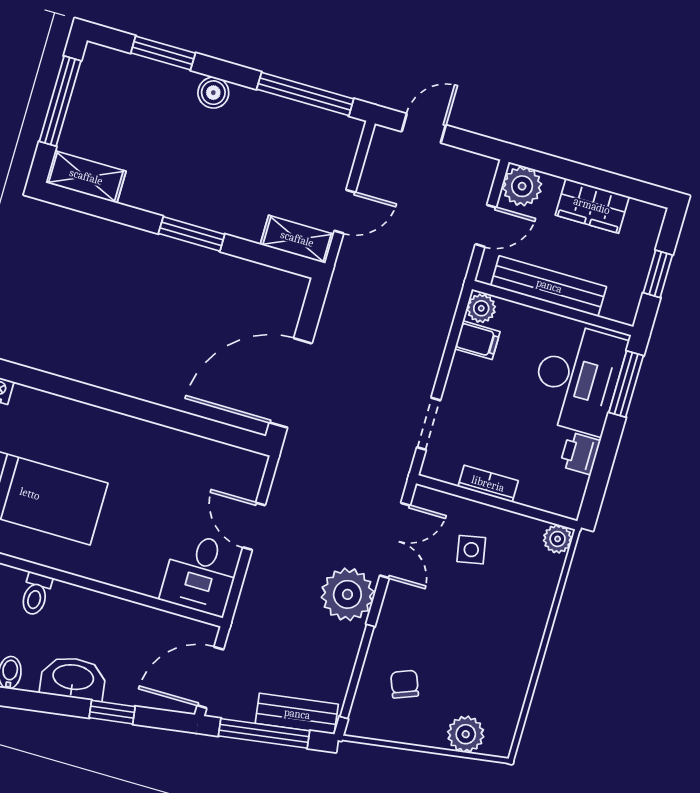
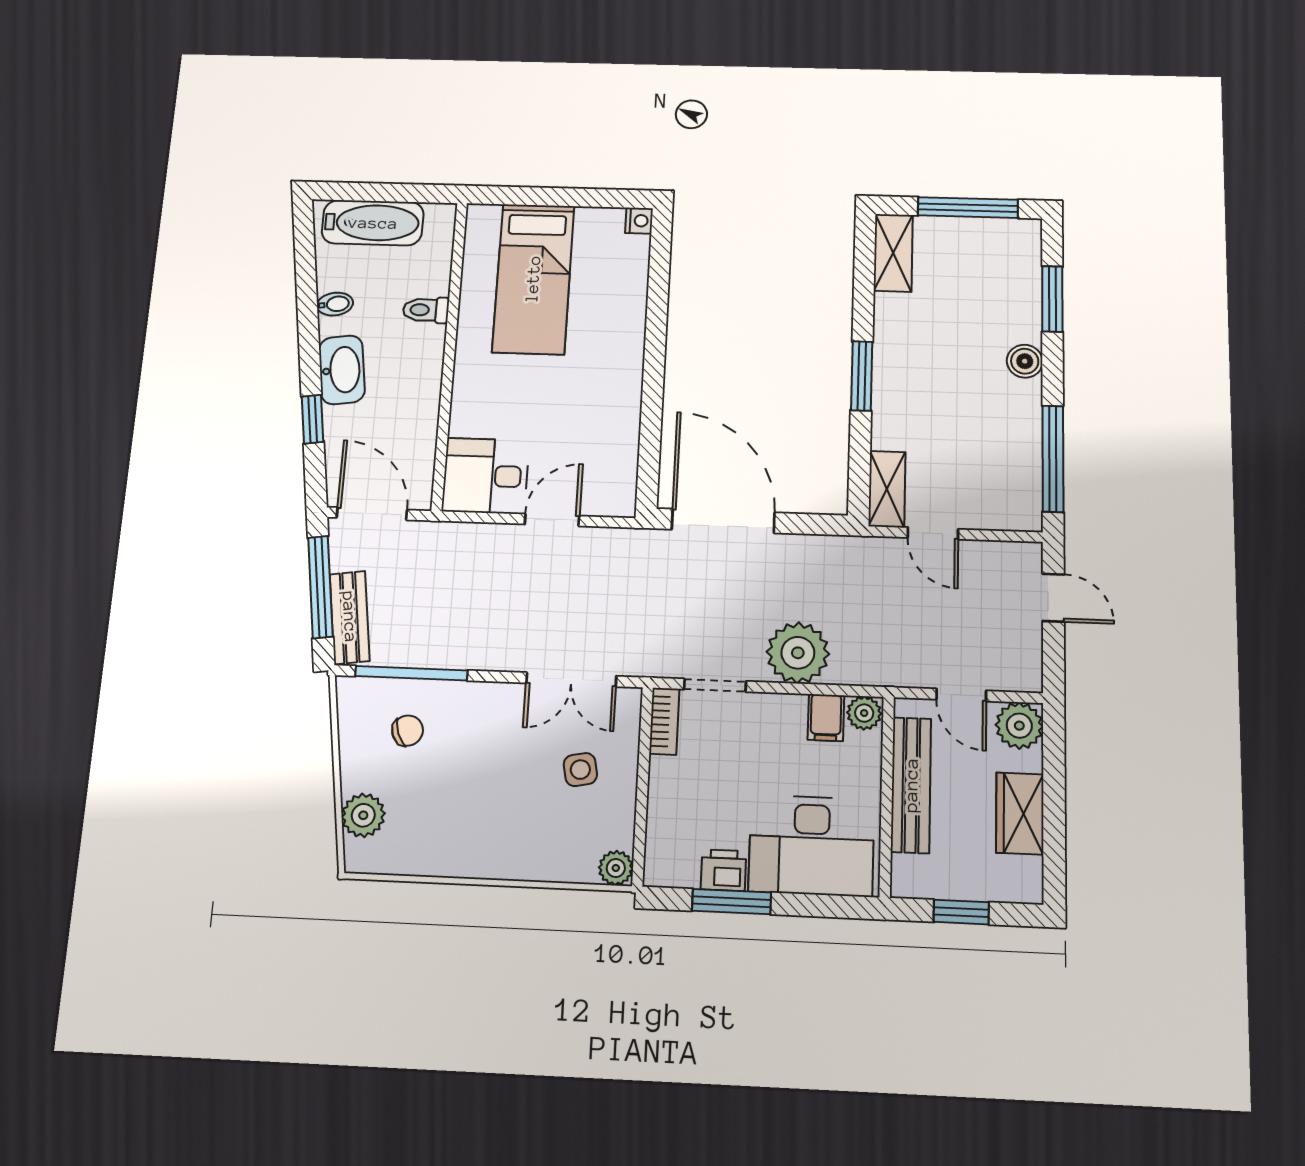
window: (626, 384) -> (732, 902), moved
bookcase: (488, 484) -> (664, 721), moved
plant: (347, 594) -> (798, 653), moved

